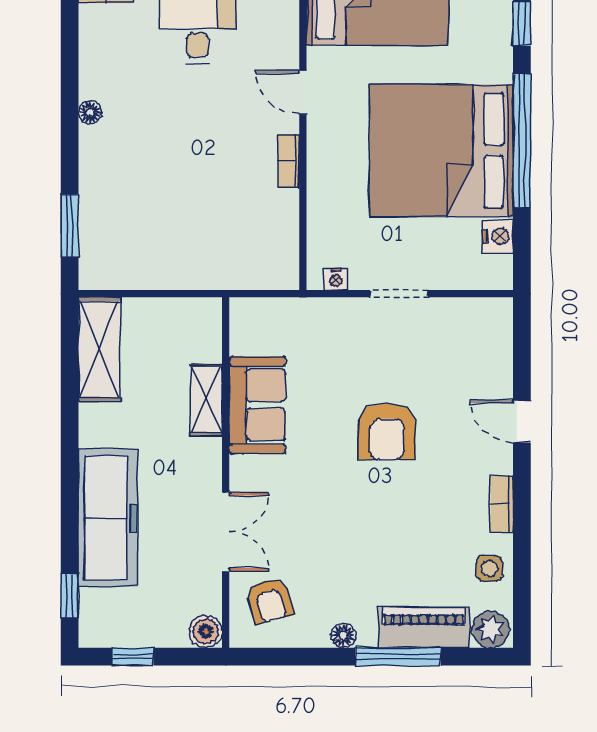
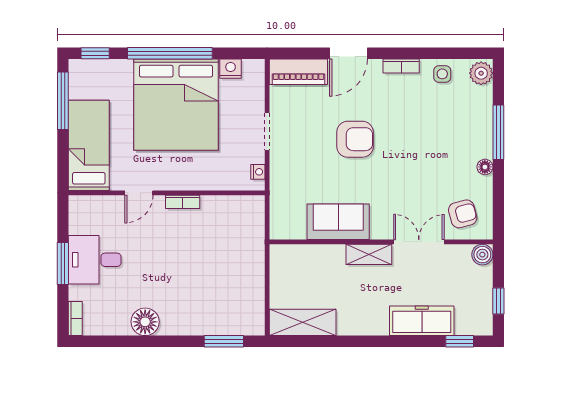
floor lamp: (90, 112) -> (145, 322), width x1.89, depth x1.89
shelving: (206, 400) -> (369, 254), moved
door: (522, 421) -> (349, 53), width x1.38
freezer: (108, 518) -> (422, 321), width x0.73, depth x0.79
piano: (424, 627) -> (298, 72), moved, turned -90

